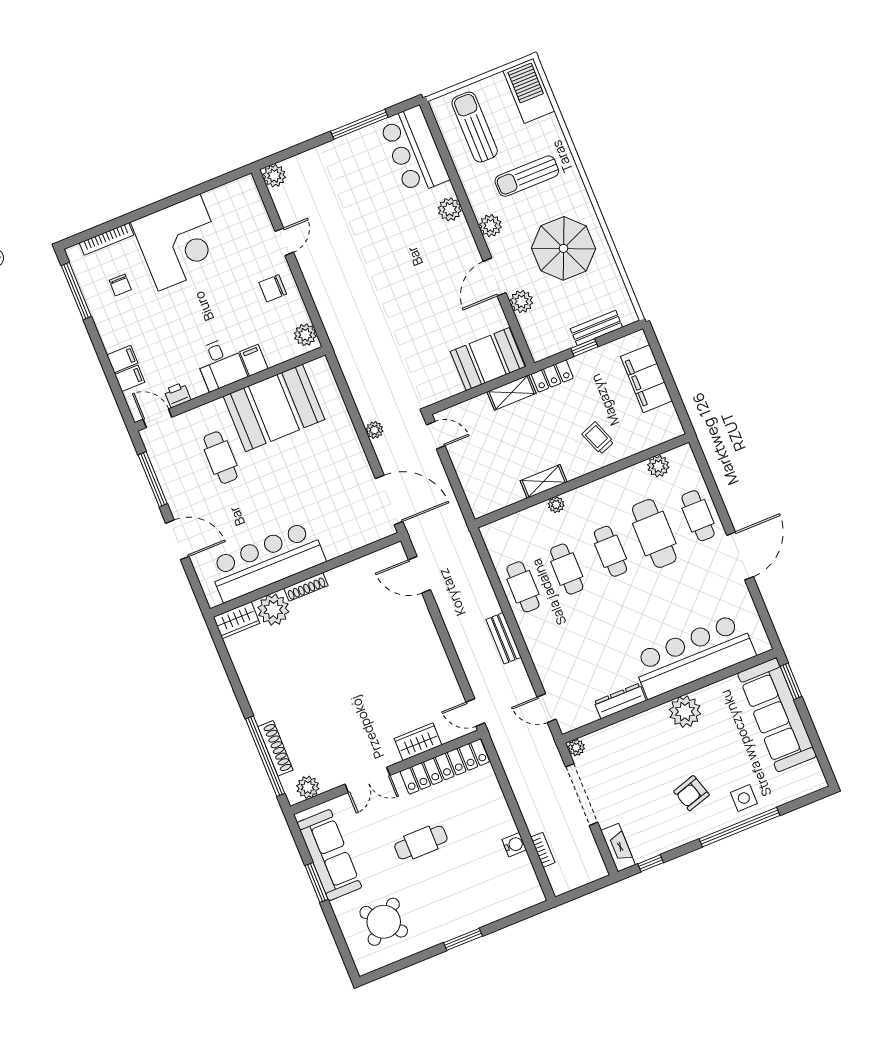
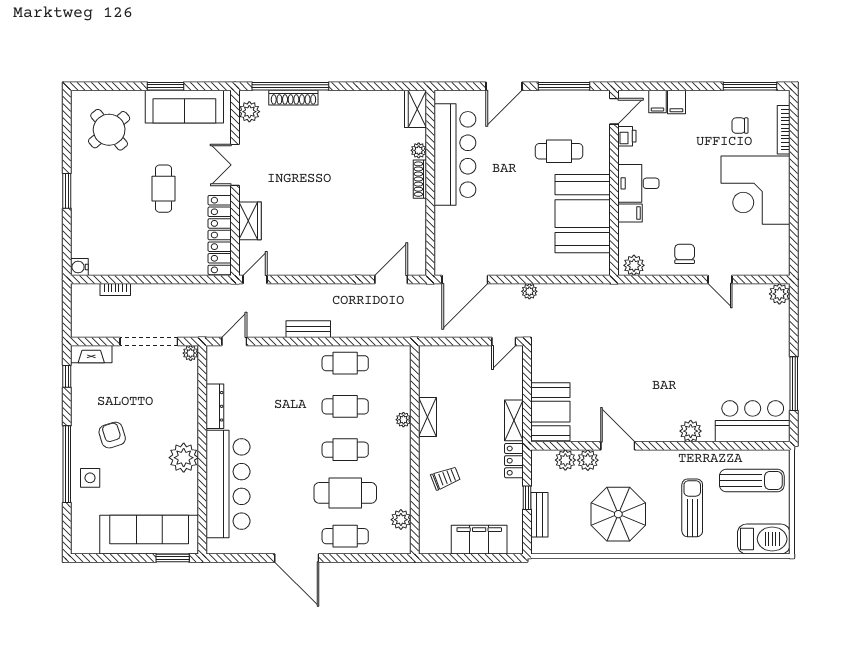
plant: (490, 226) -> (565, 460), moved
plant: (273, 610) -> (419, 150), width x0.53, depth x0.53
water cooler: (514, 845) -> (79, 267), moved, turned 90

